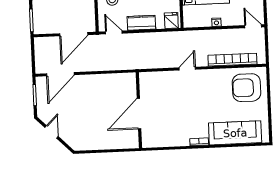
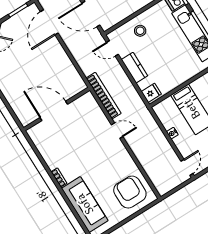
door: (114, 32) -> (112, 48), swing flipped
bookcase: (232, 60) -> (103, 96), moved
door: (60, 74) -> (49, 22), hinge flipped

